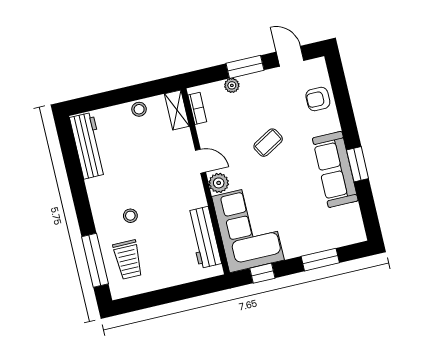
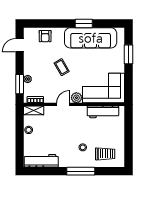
window: (245, 67) -> (20, 84), moved
sofa: (335, 169) -> (91, 38), width x1.36, depth x1.27
window: (95, 260) -> (81, 171), moved
window: (262, 273) -> (129, 86), removed

